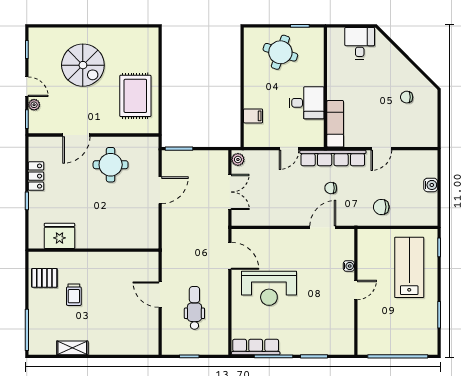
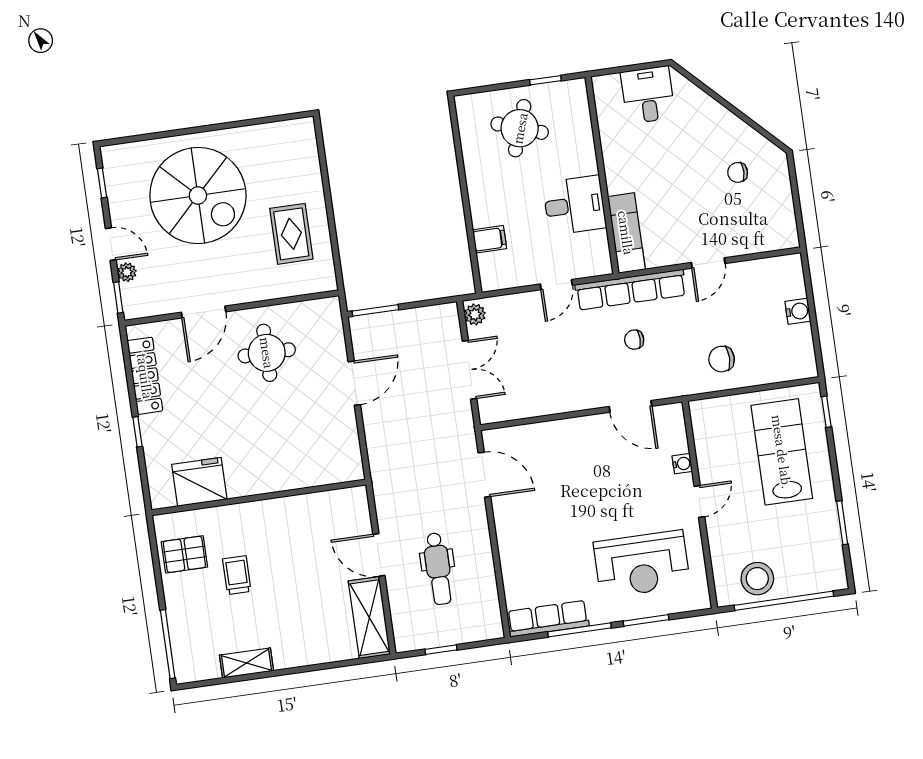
spiral stairs: (83, 65) -> (198, 195), width x1.37, depth x1.37
rug: (135, 96) -> (291, 234), width x0.73, depth x0.70
locker: (36, 176) -> (145, 376), width x1.53
door: (323, 227) -> (630, 406), swing flipped
reception desk: (269, 288) -> (642, 564), moved
trolley: (74, 295) -> (237, 575), turned 180
dental chair: (194, 308) -> (438, 569), turned 180
shelving: (149, 331) -> (369, 618), added
stool: (384, 341) -> (757, 579), added

